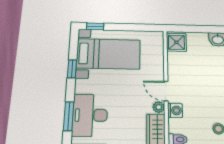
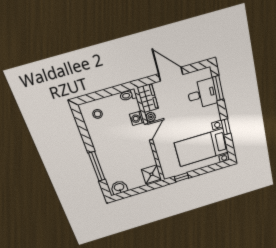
window: (95, 26) -> (182, 177), moved
door: (166, 91) -> (149, 132), hinge flipped
desk: (90, 115) -> (202, 94), width x0.73

